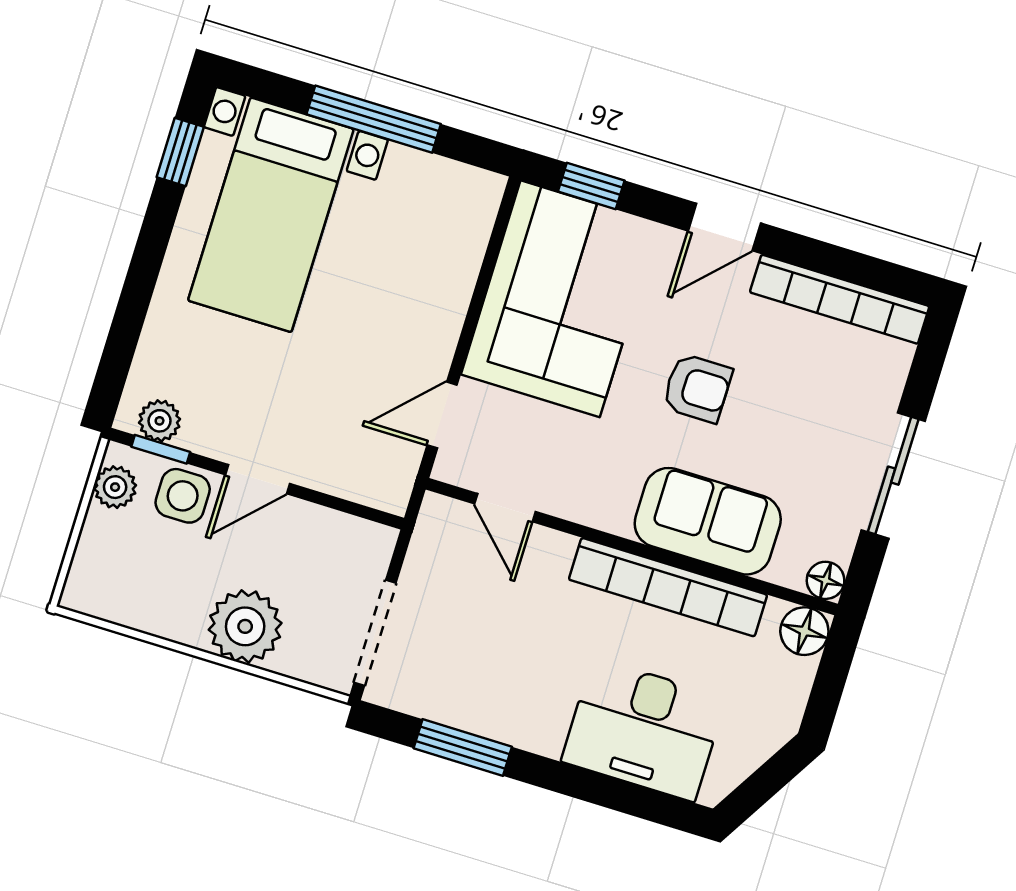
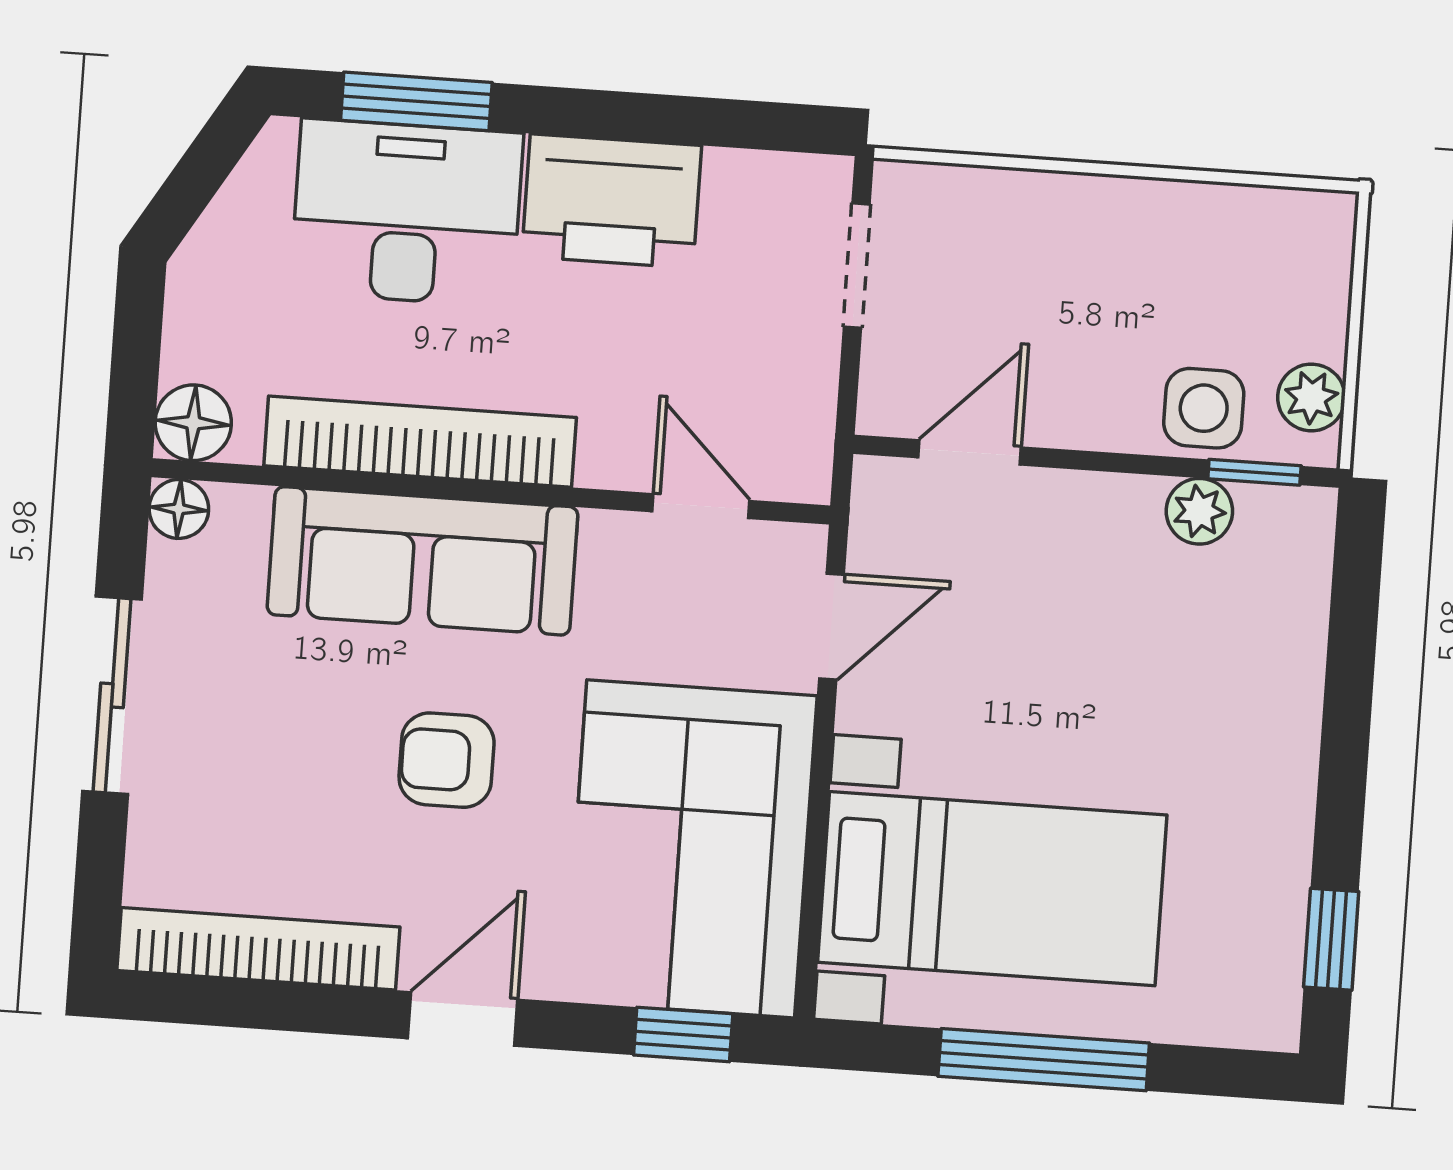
bed with nightstands: (271, 215) -> (992, 889), moved, turned 90
plant: (160, 421) -> (1199, 511), moved
door: (258, 479) -> (970, 452), moved
sofa: (708, 521) -> (423, 561), width x1.36
plant: (245, 626) -> (1060, 229), removed
doorway: (375, 633) -> (857, 265), width x0.73
printer: (516, 707) -> (612, 201), added
window: (463, 747) -> (416, 101), moved

